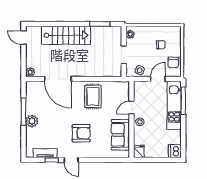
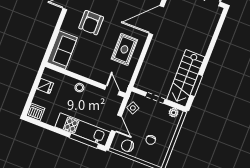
stairs: (66, 35) -> (186, 78), moved
rug: (93, 96) -> (124, 49), turned 90
door: (131, 108) -> (112, 90), moved
sofa: (120, 135) -> (62, 50), moved, turned 90
fridge: (139, 151) -> (45, 86), moved

